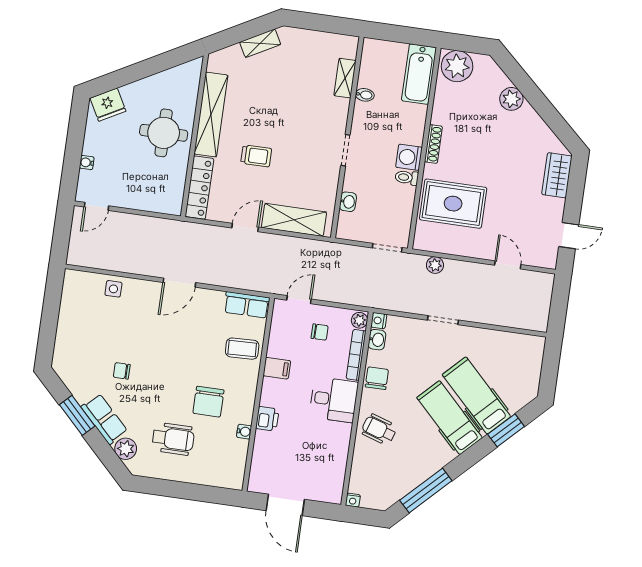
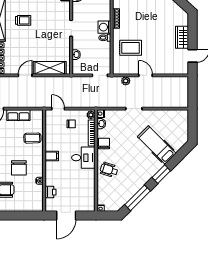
trolley: (256, 156) -> (23, 20), moved
wardrobe: (557, 175) -> (182, 37), moved
rug: (453, 204) -> (131, 48), width x0.73, depth x0.70
door: (508, 265) -> (146, 75), moved
door: (299, 300) -> (58, 109), hinge flipped
row of seats: (247, 305) -> (18, 115), moved
filing cabinet: (277, 368) -> (52, 156), moved
hospital bed: (450, 418) -> (144, 158), removed
printer: (267, 419) -> (51, 192), moved
window: (506, 430) -> (161, 174), moved
door: (285, 505) -> (66, 216), hinge flipped

